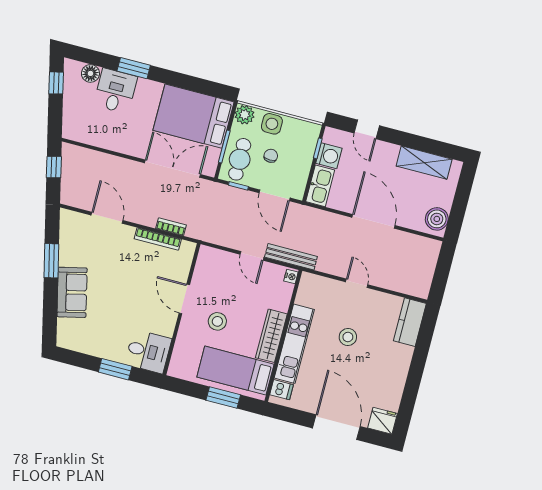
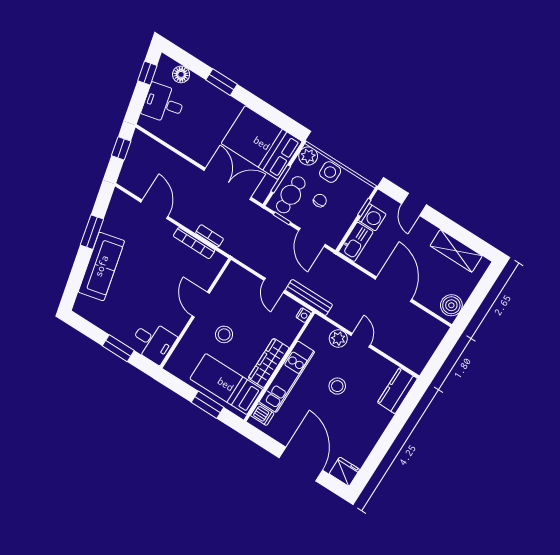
desk: (115, 91) -> (164, 103), moved, turned -103
plant: (334, 289) -> (338, 339), added
sofa: (72, 292) -> (101, 266), width x1.36

